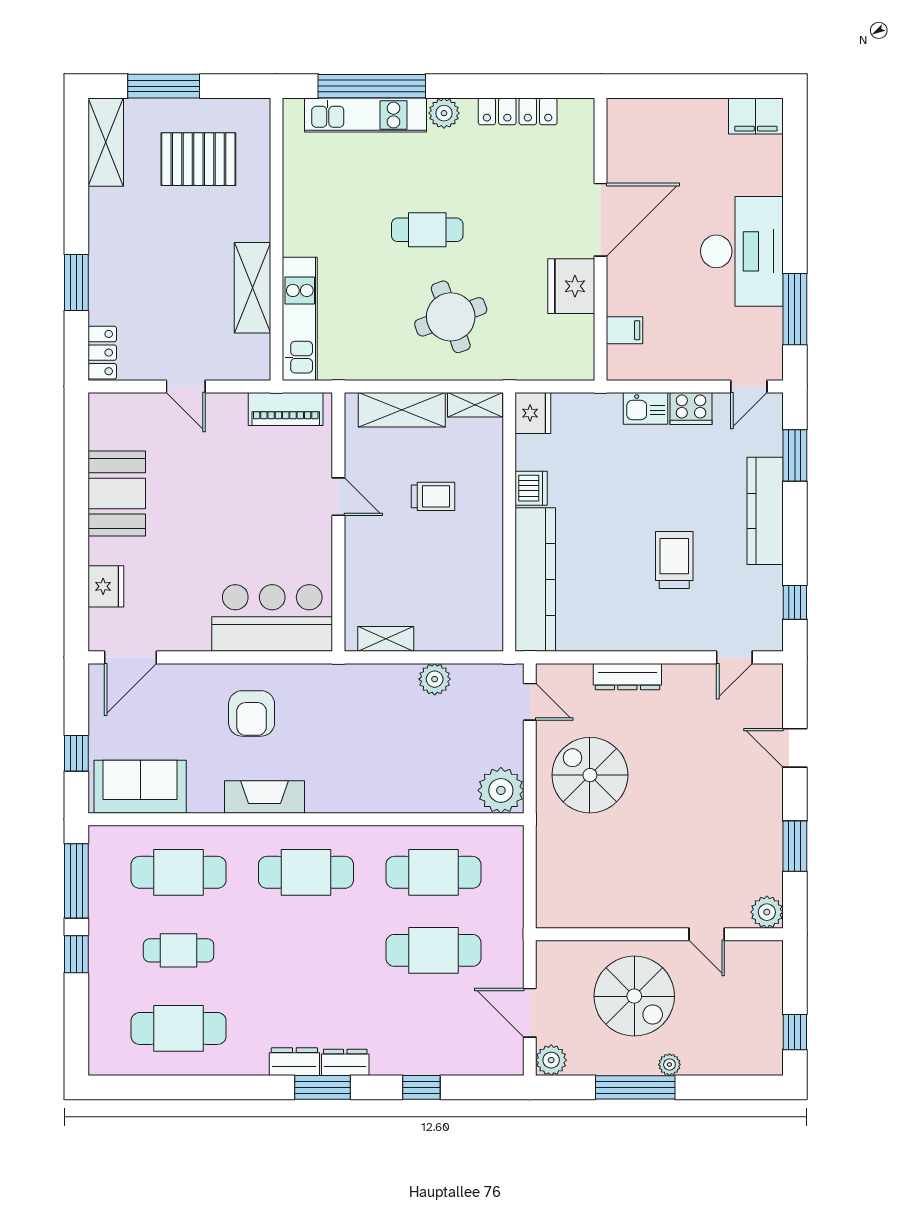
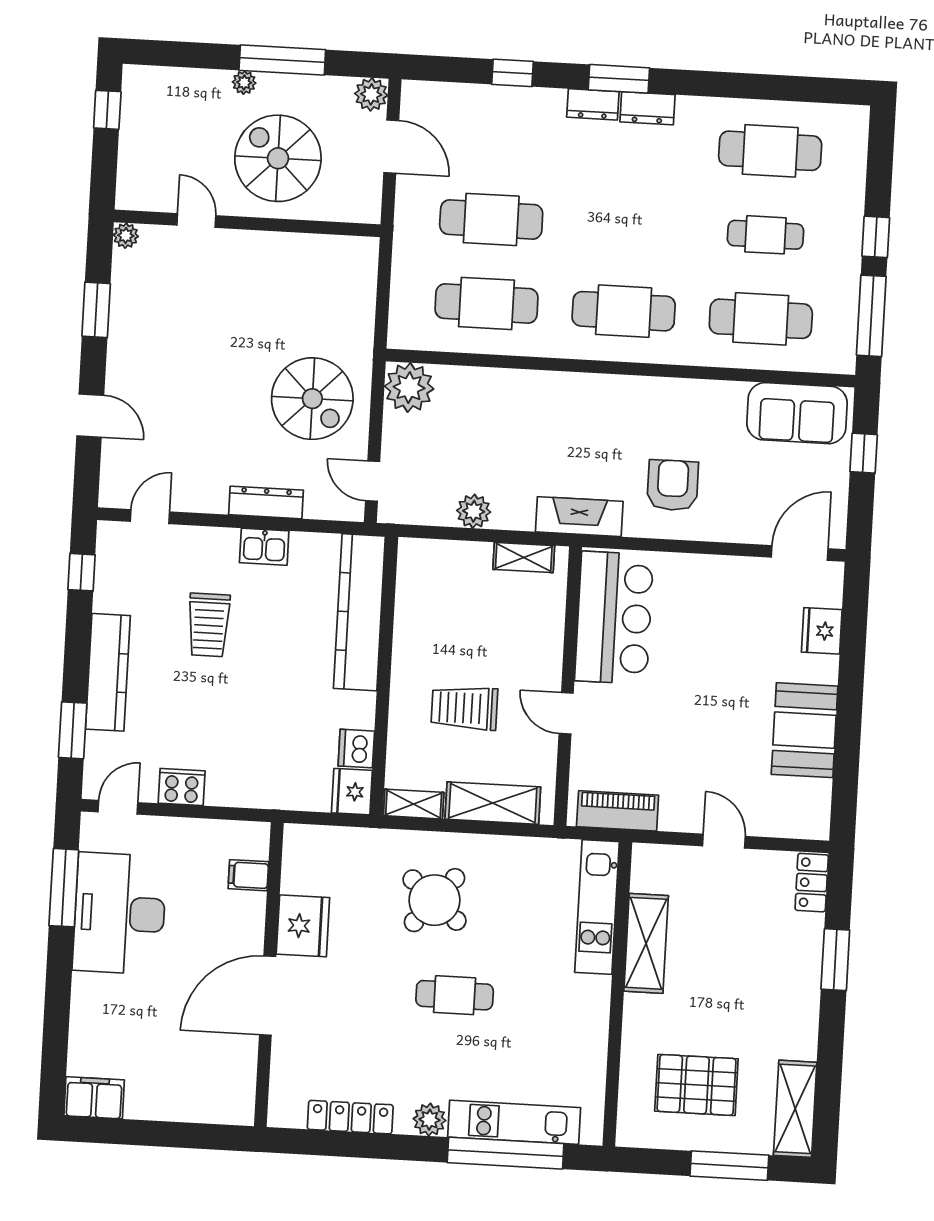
desk: (742, 251) -> (120, 913), moved
round table: (451, 317) -> (435, 900), turned -30
kitchen sink: (646, 408) -> (264, 547), moved, turned 180
dishwasher: (531, 488) -> (356, 749), moved
trolley: (433, 496) -> (464, 708), width x1.36, depth x1.39
bar counter: (272, 618) -> (614, 618), moved, turned -90
fireplace: (265, 797) -> (579, 517), moved, turned 180
plant: (767, 912) -> (126, 236), width x0.73, depth x0.73

